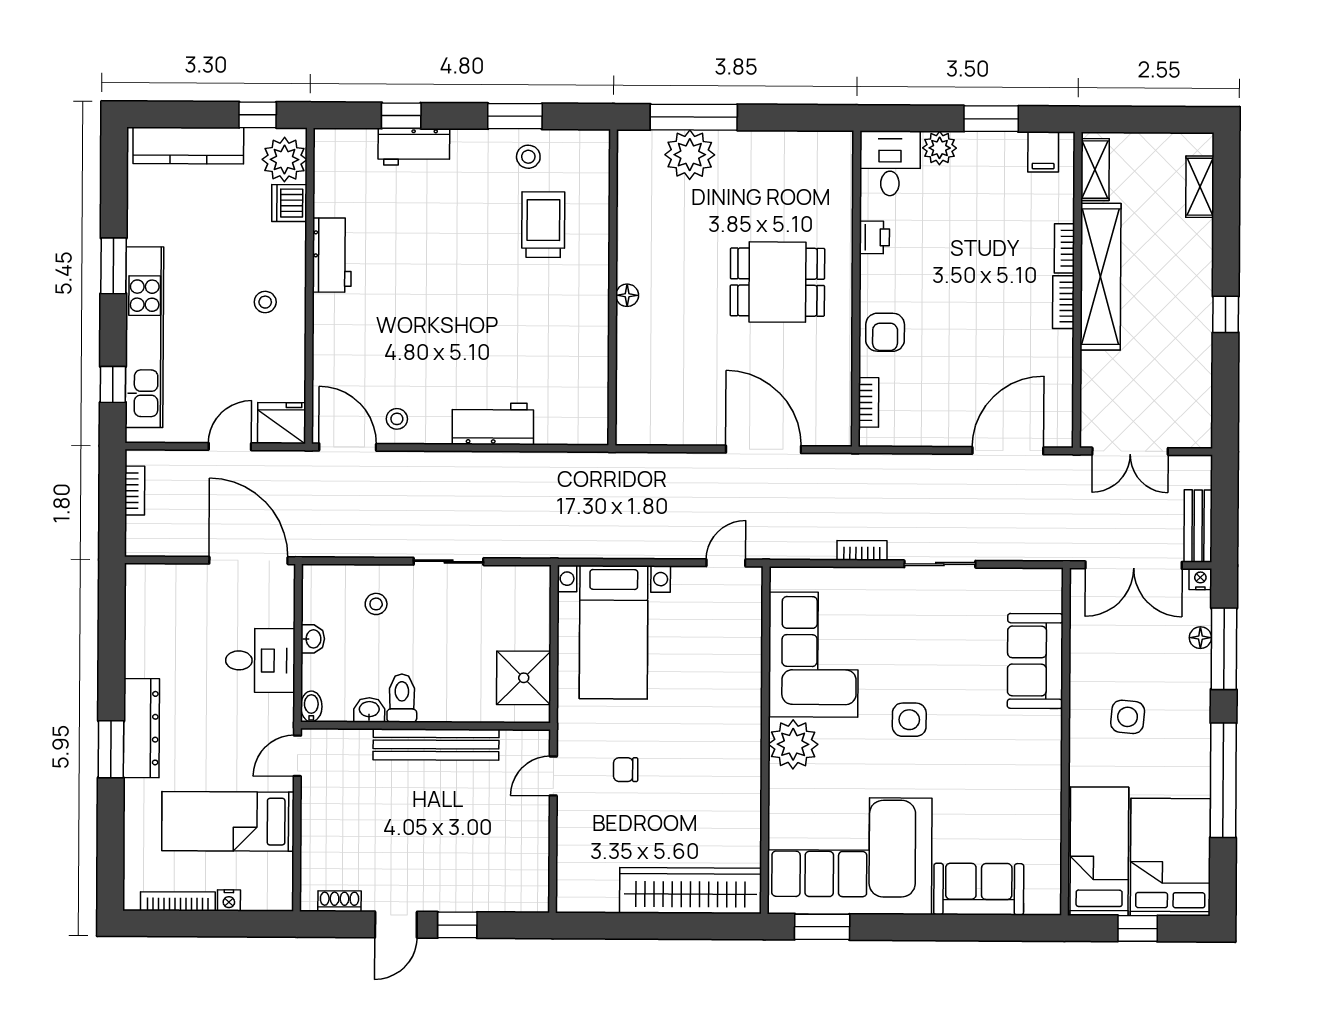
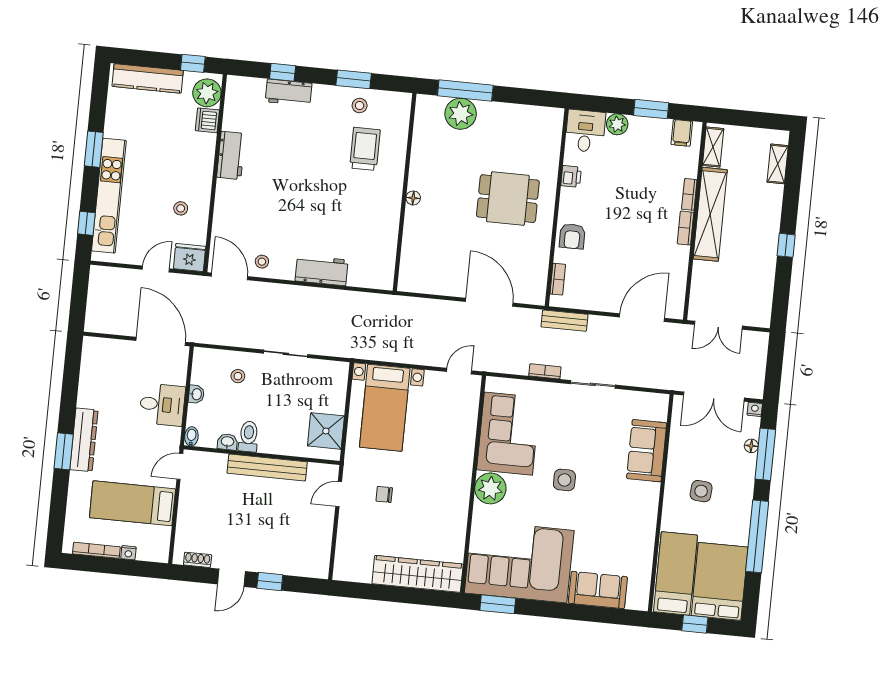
stool: (265, 302) -> (181, 208), moved
bookcase: (135, 491) -> (94, 291), removed
bench: (1198, 526) -> (564, 321), moved, turned 90

